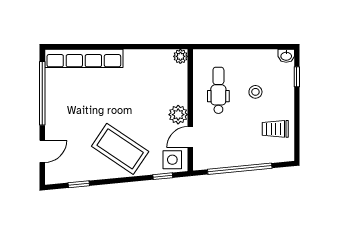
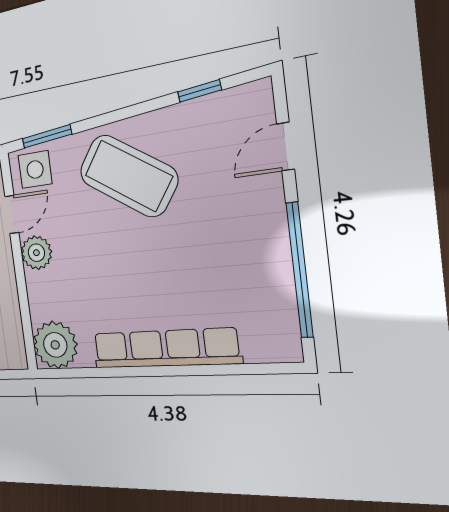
plant: (180, 56) -> (55, 345), width x1.87, depth x1.87
row of seats: (84, 58) -> (165, 348), moved
window: (163, 176) -> (47, 136), width x1.50

